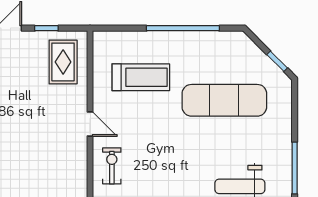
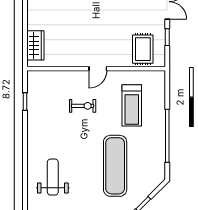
rug: (63, 62) -> (143, 49), turned 90
exercise bike: (112, 166) -> (83, 106), moved

